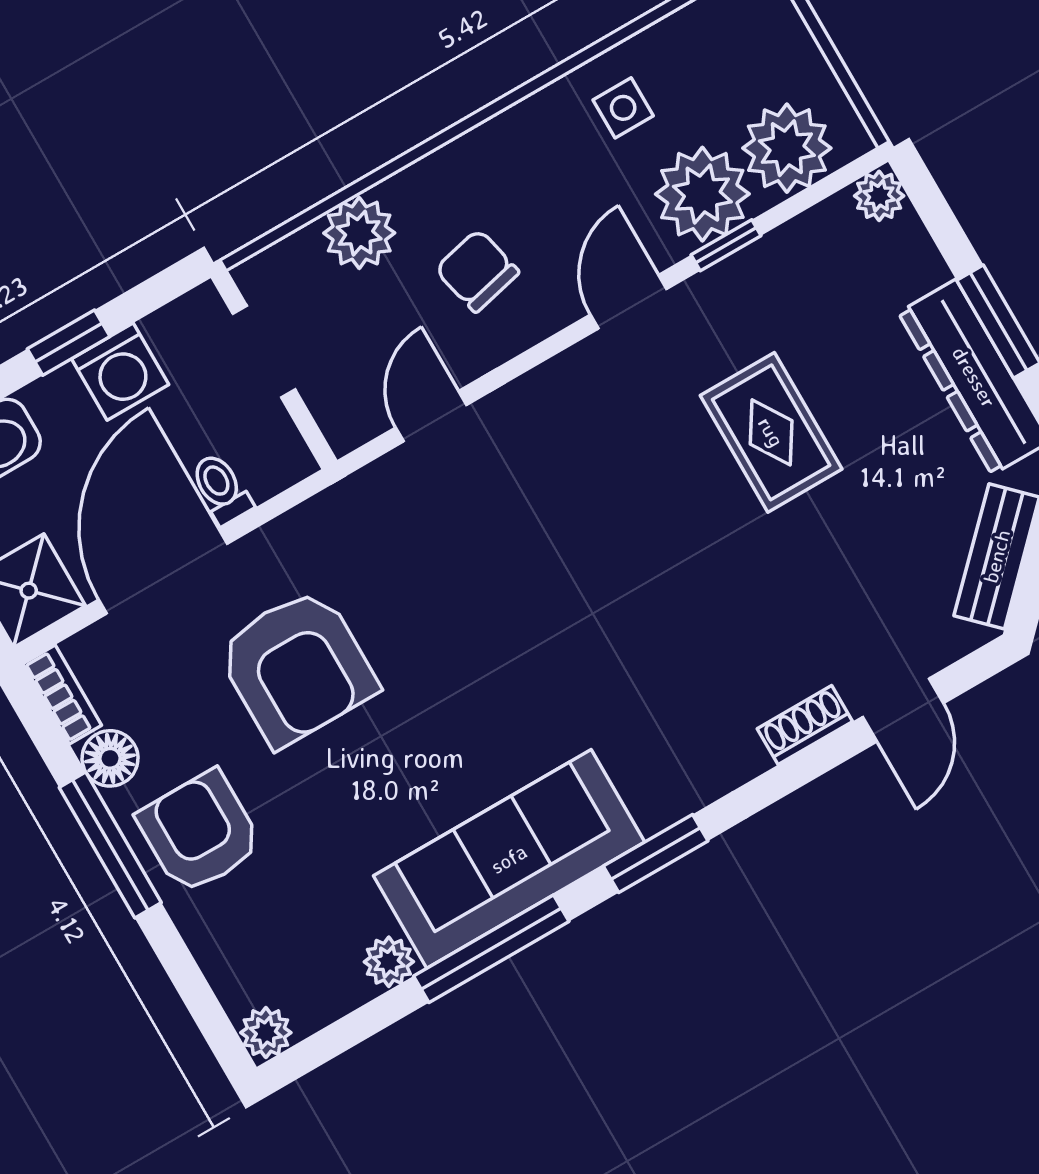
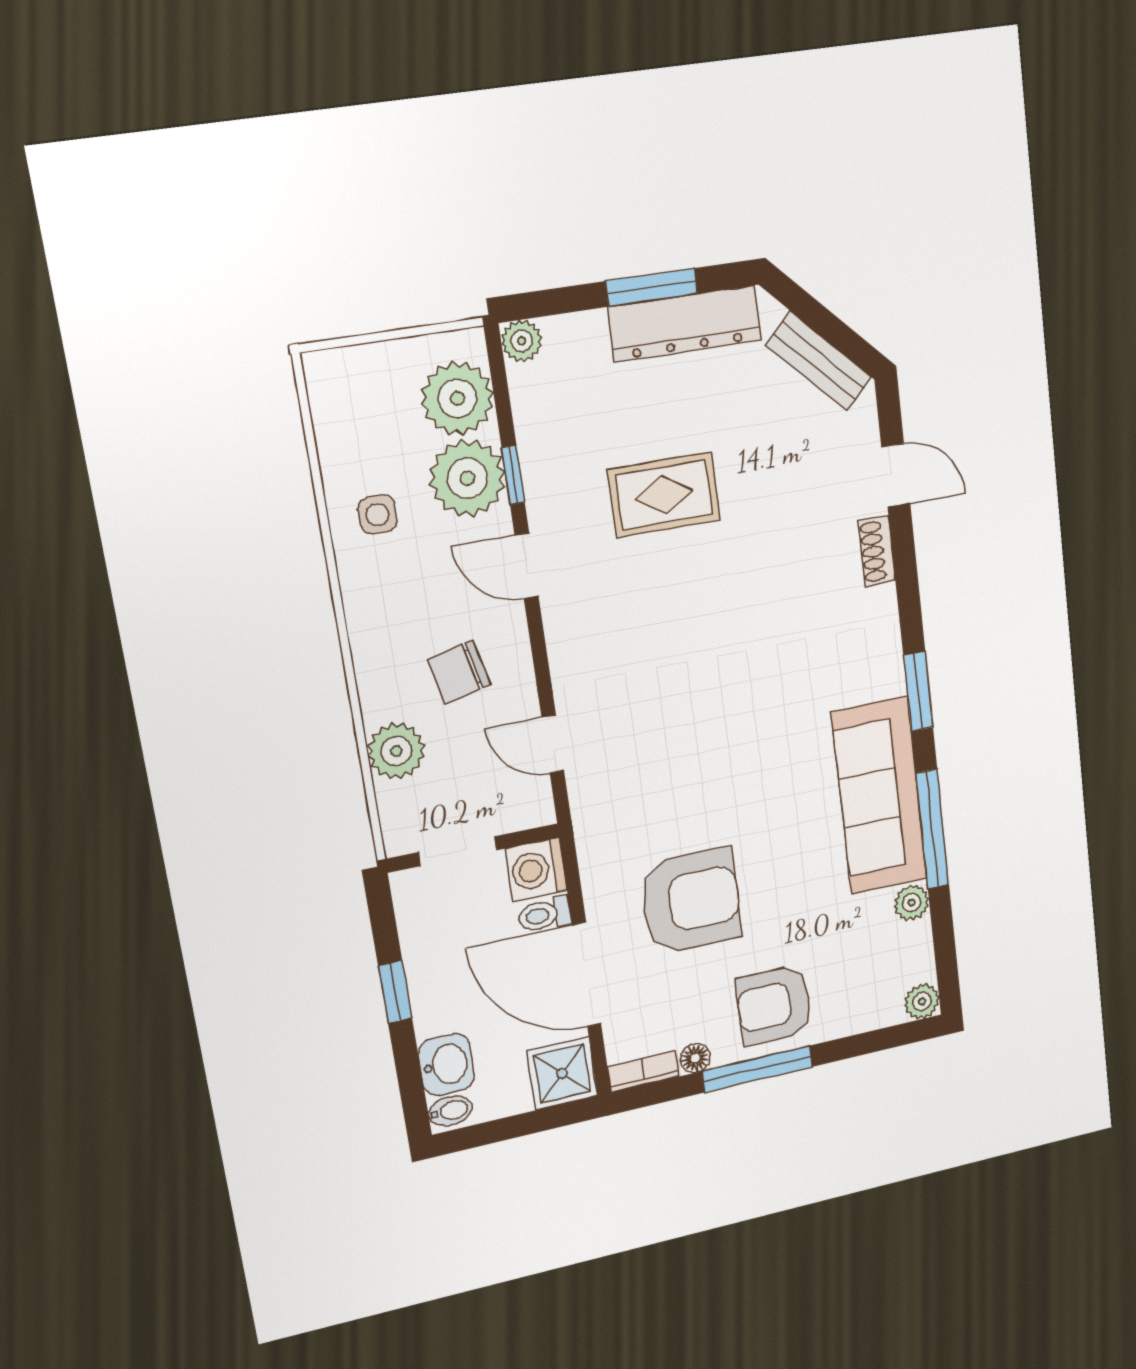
washing machine: (120, 372) -> (536, 870), moved, turned 180
floor lamp: (110, 758) -> (695, 1058), width x0.73, depth x0.73

